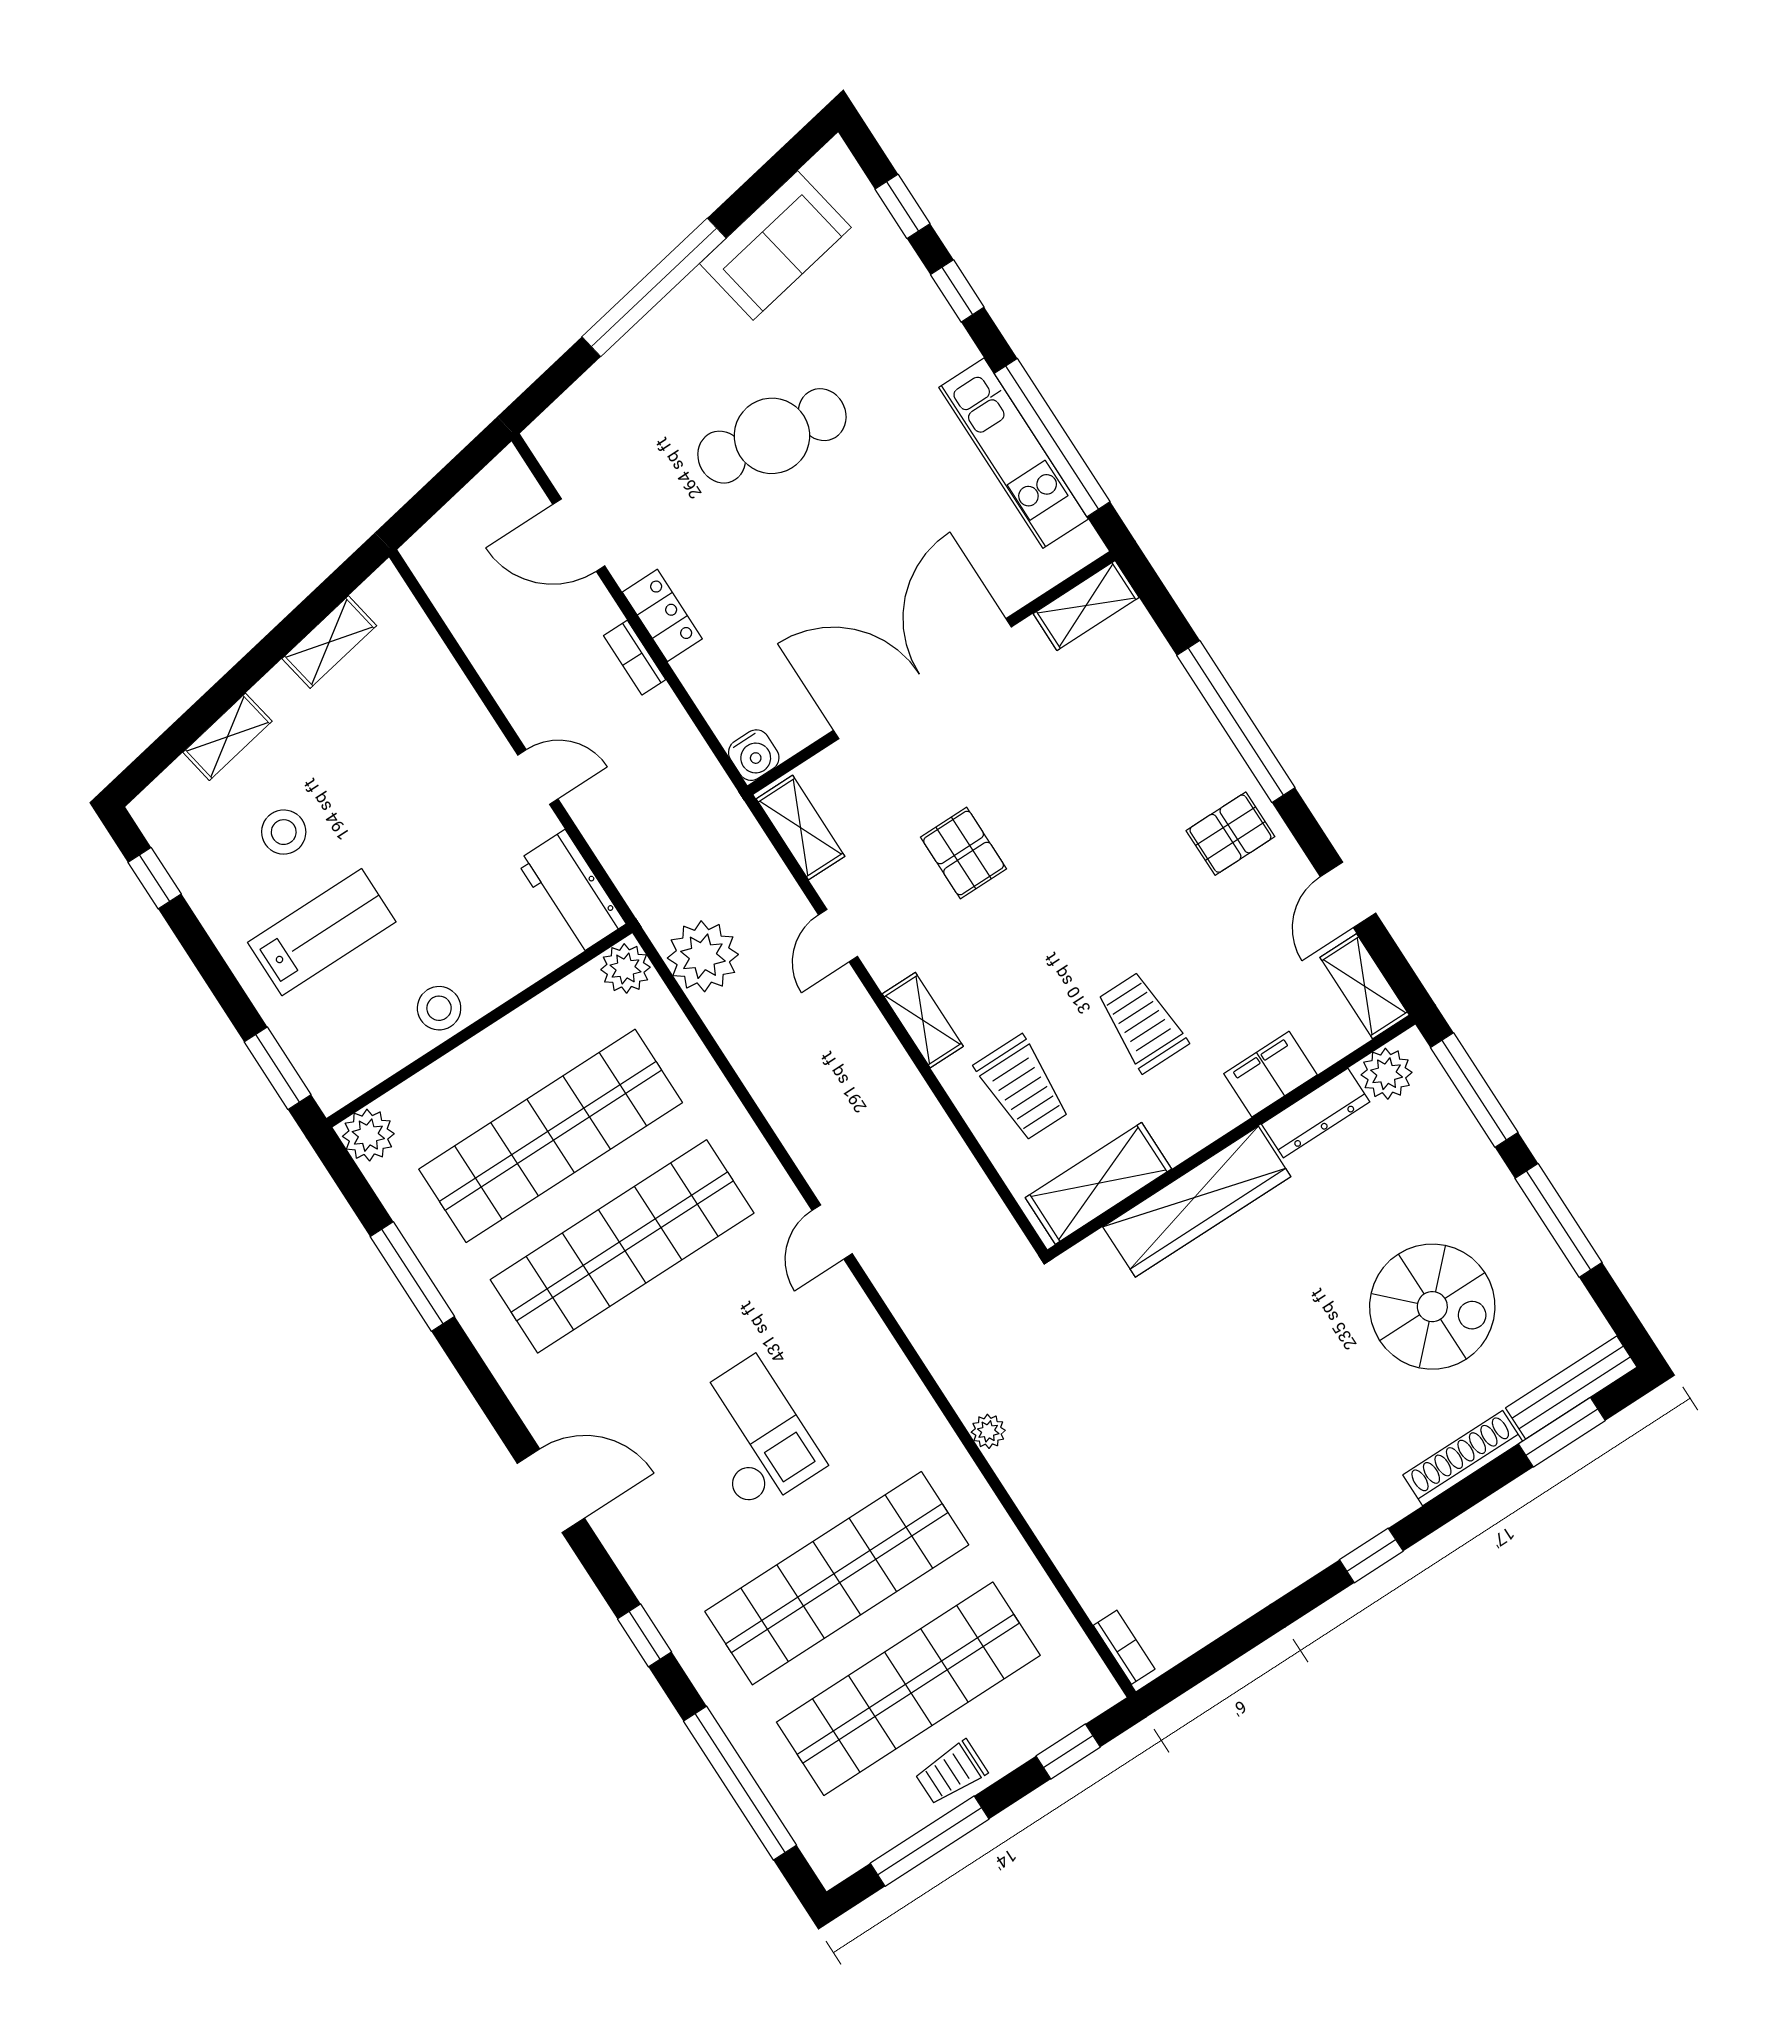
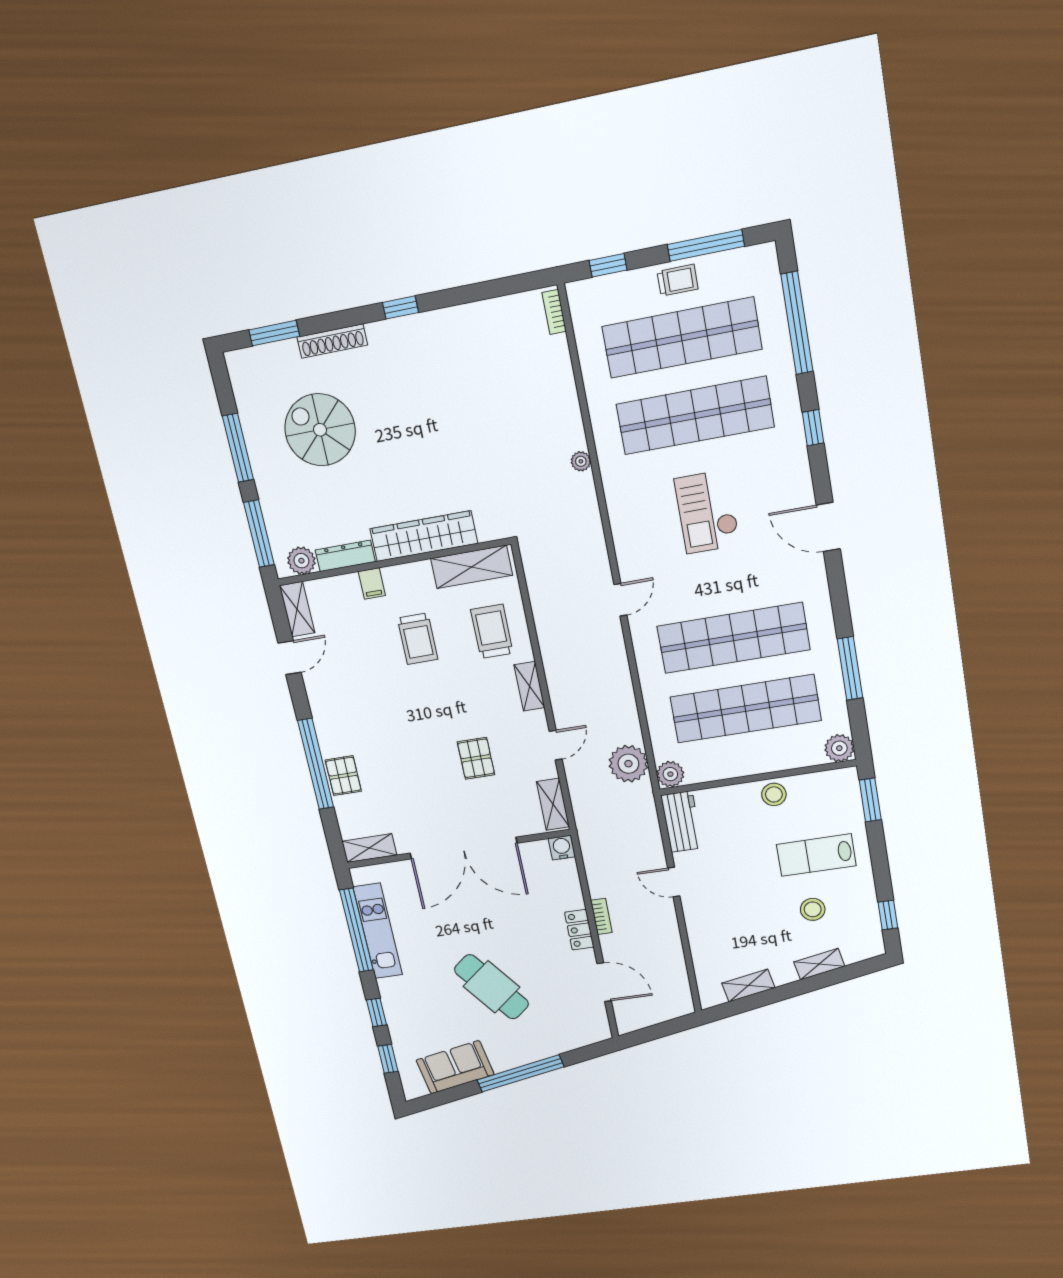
cafe table: (772, 436) -> (491, 987), turned 42
pallet: (1230, 834) -> (343, 776), moved, turned 90
filing cabinet: (1270, 1074) -> (372, 583), width x0.50
bench: (1571, 1388) -> (261, 355), removed

